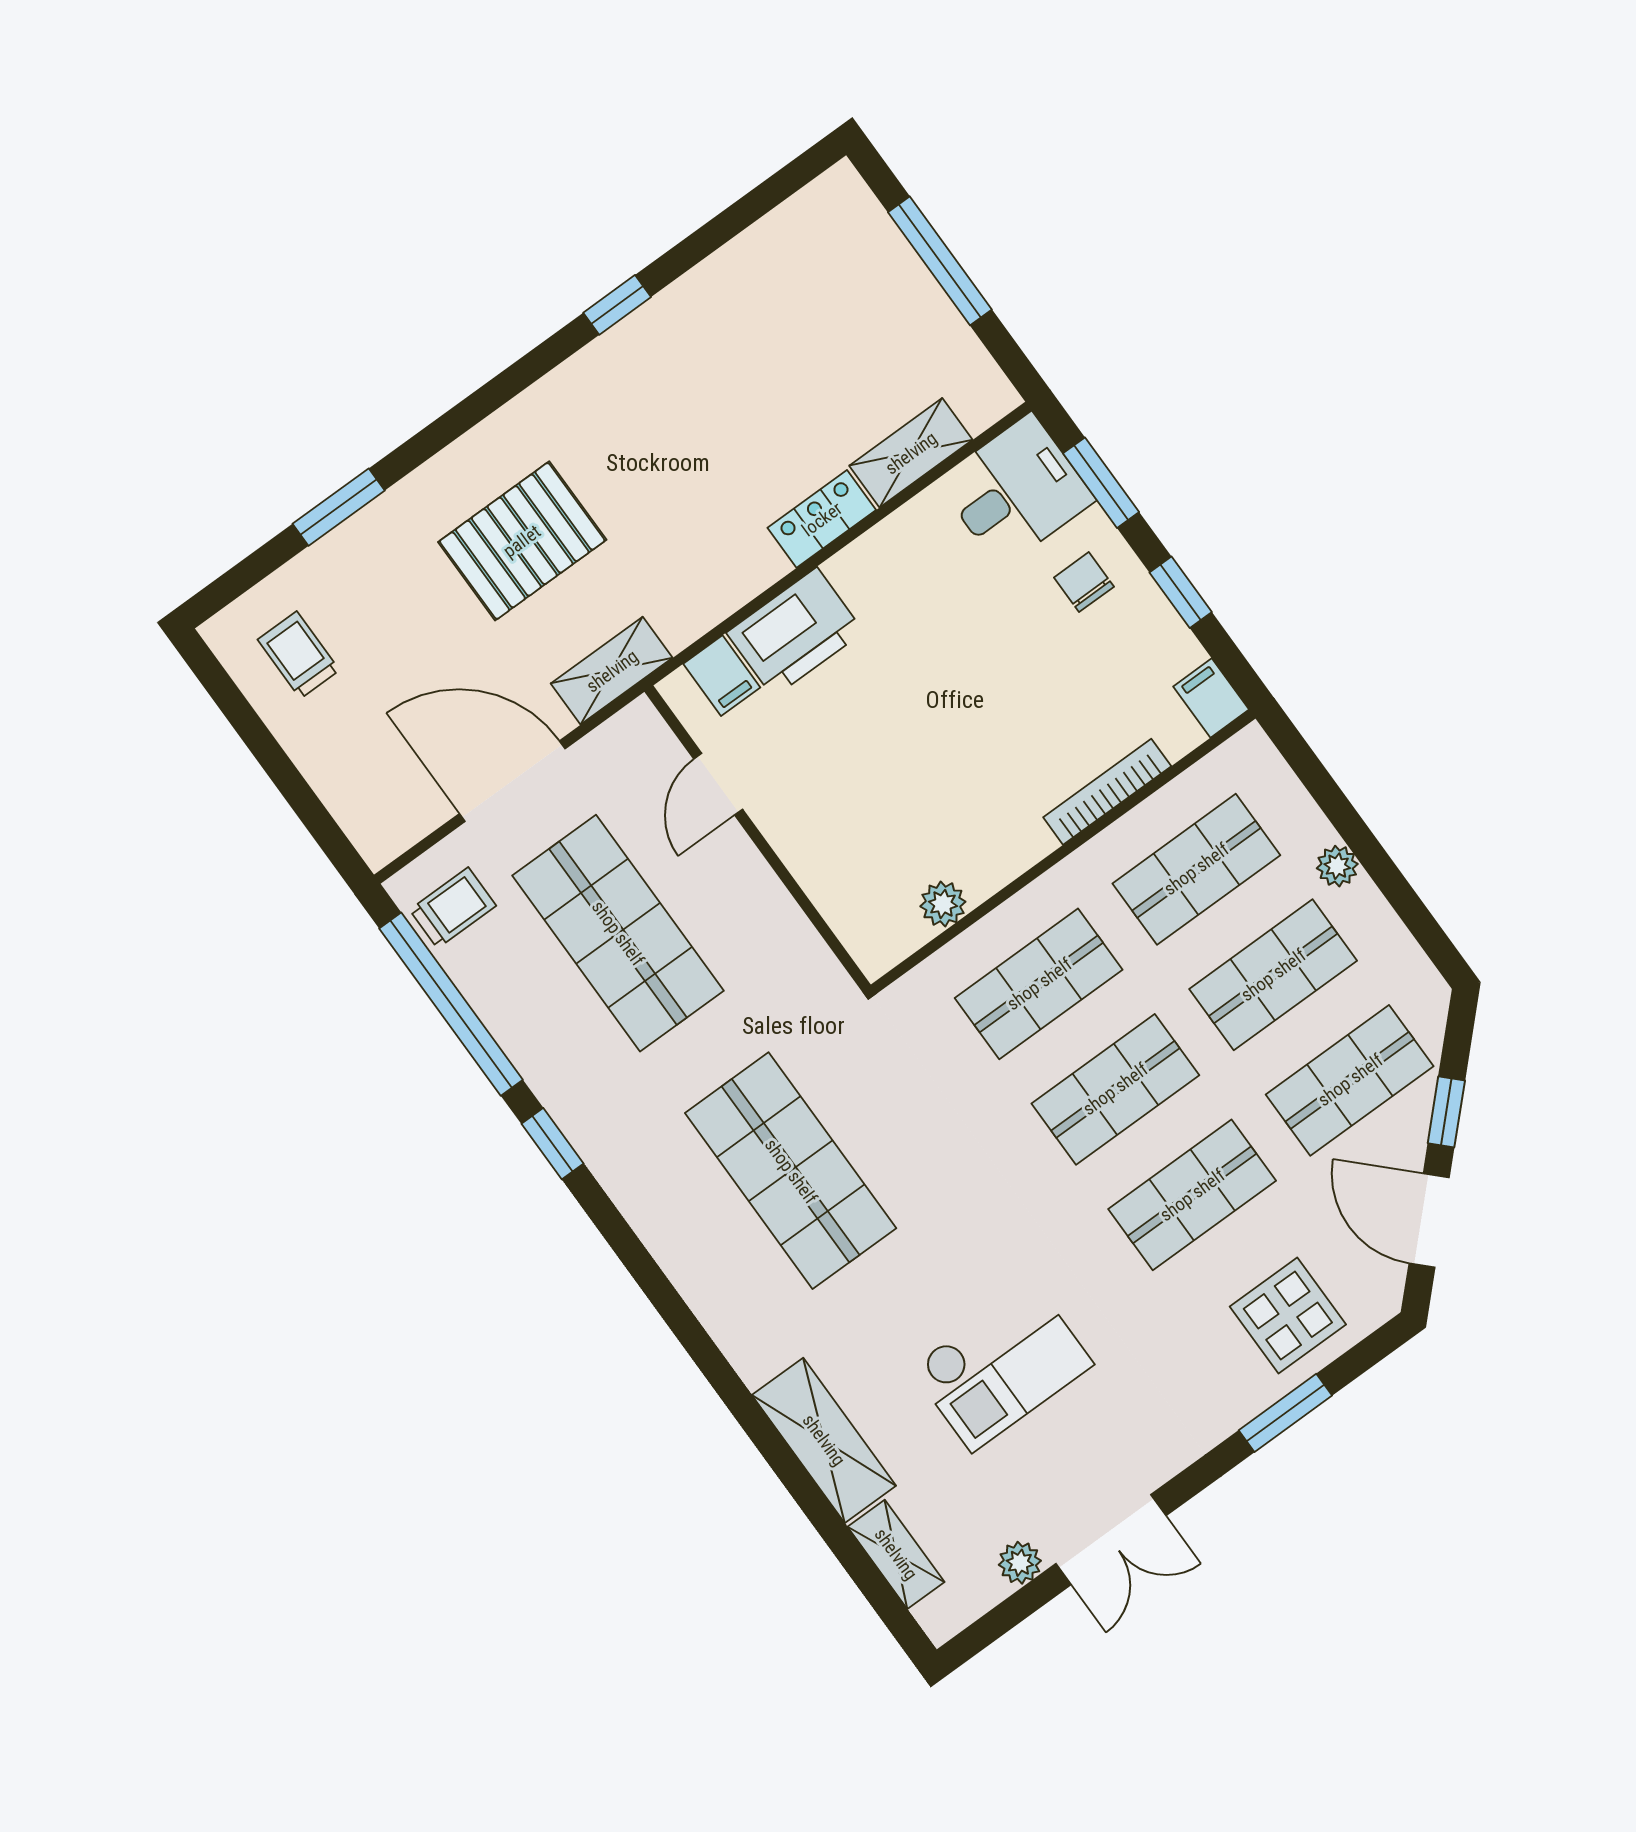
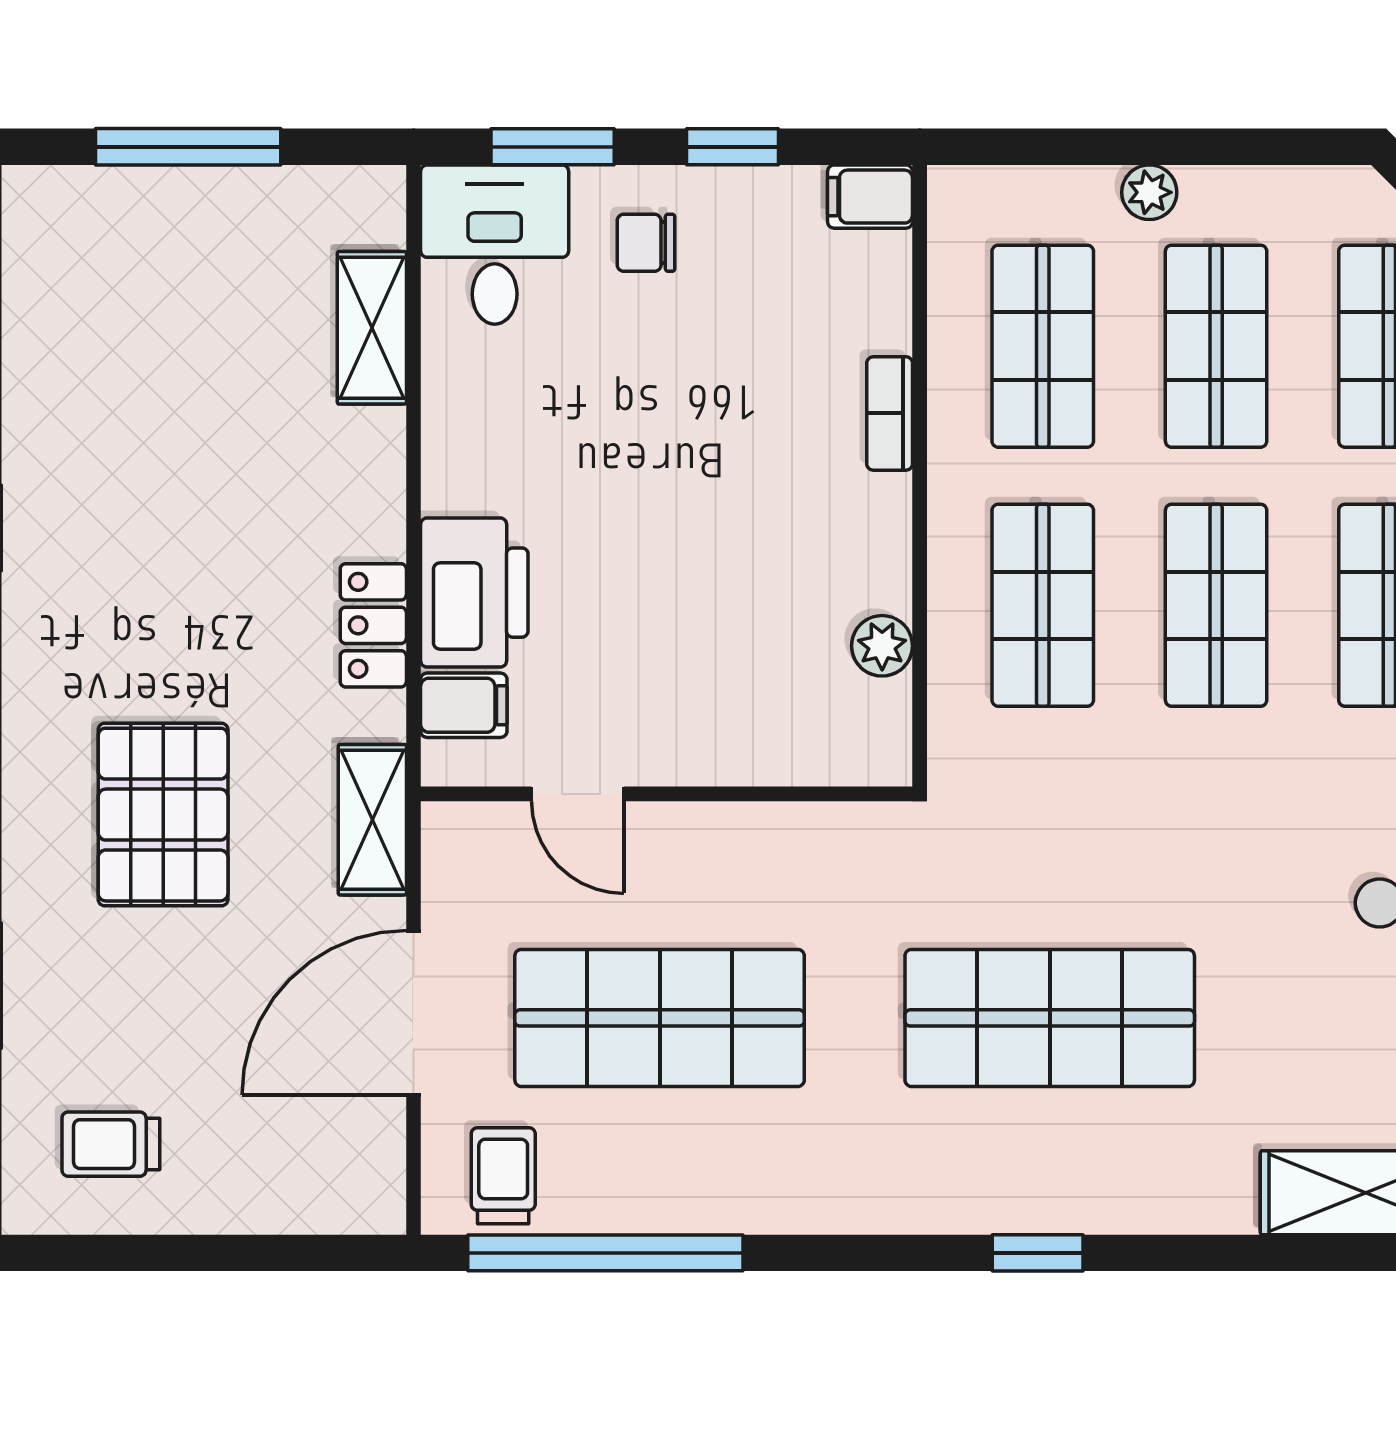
locker: (822, 519) -> (373, 625), moved
bookcase: (1107, 792) -> (890, 413), width x0.64
window: (552, 1144) -> (1038, 1253), moved

